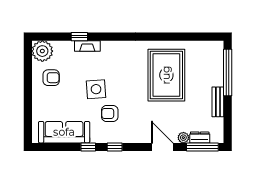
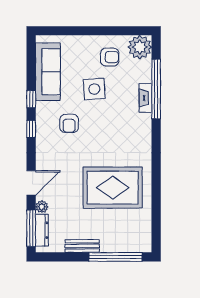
window: (79, 37) -> (156, 89), width x3.17
armchair: (51, 78) -> (110, 57), turned -90
side table: (96, 89) -> (94, 89), moved
armchair: (110, 113) -> (69, 123), turned 180
dresser: (200, 137) -> (42, 230), width x1.44

